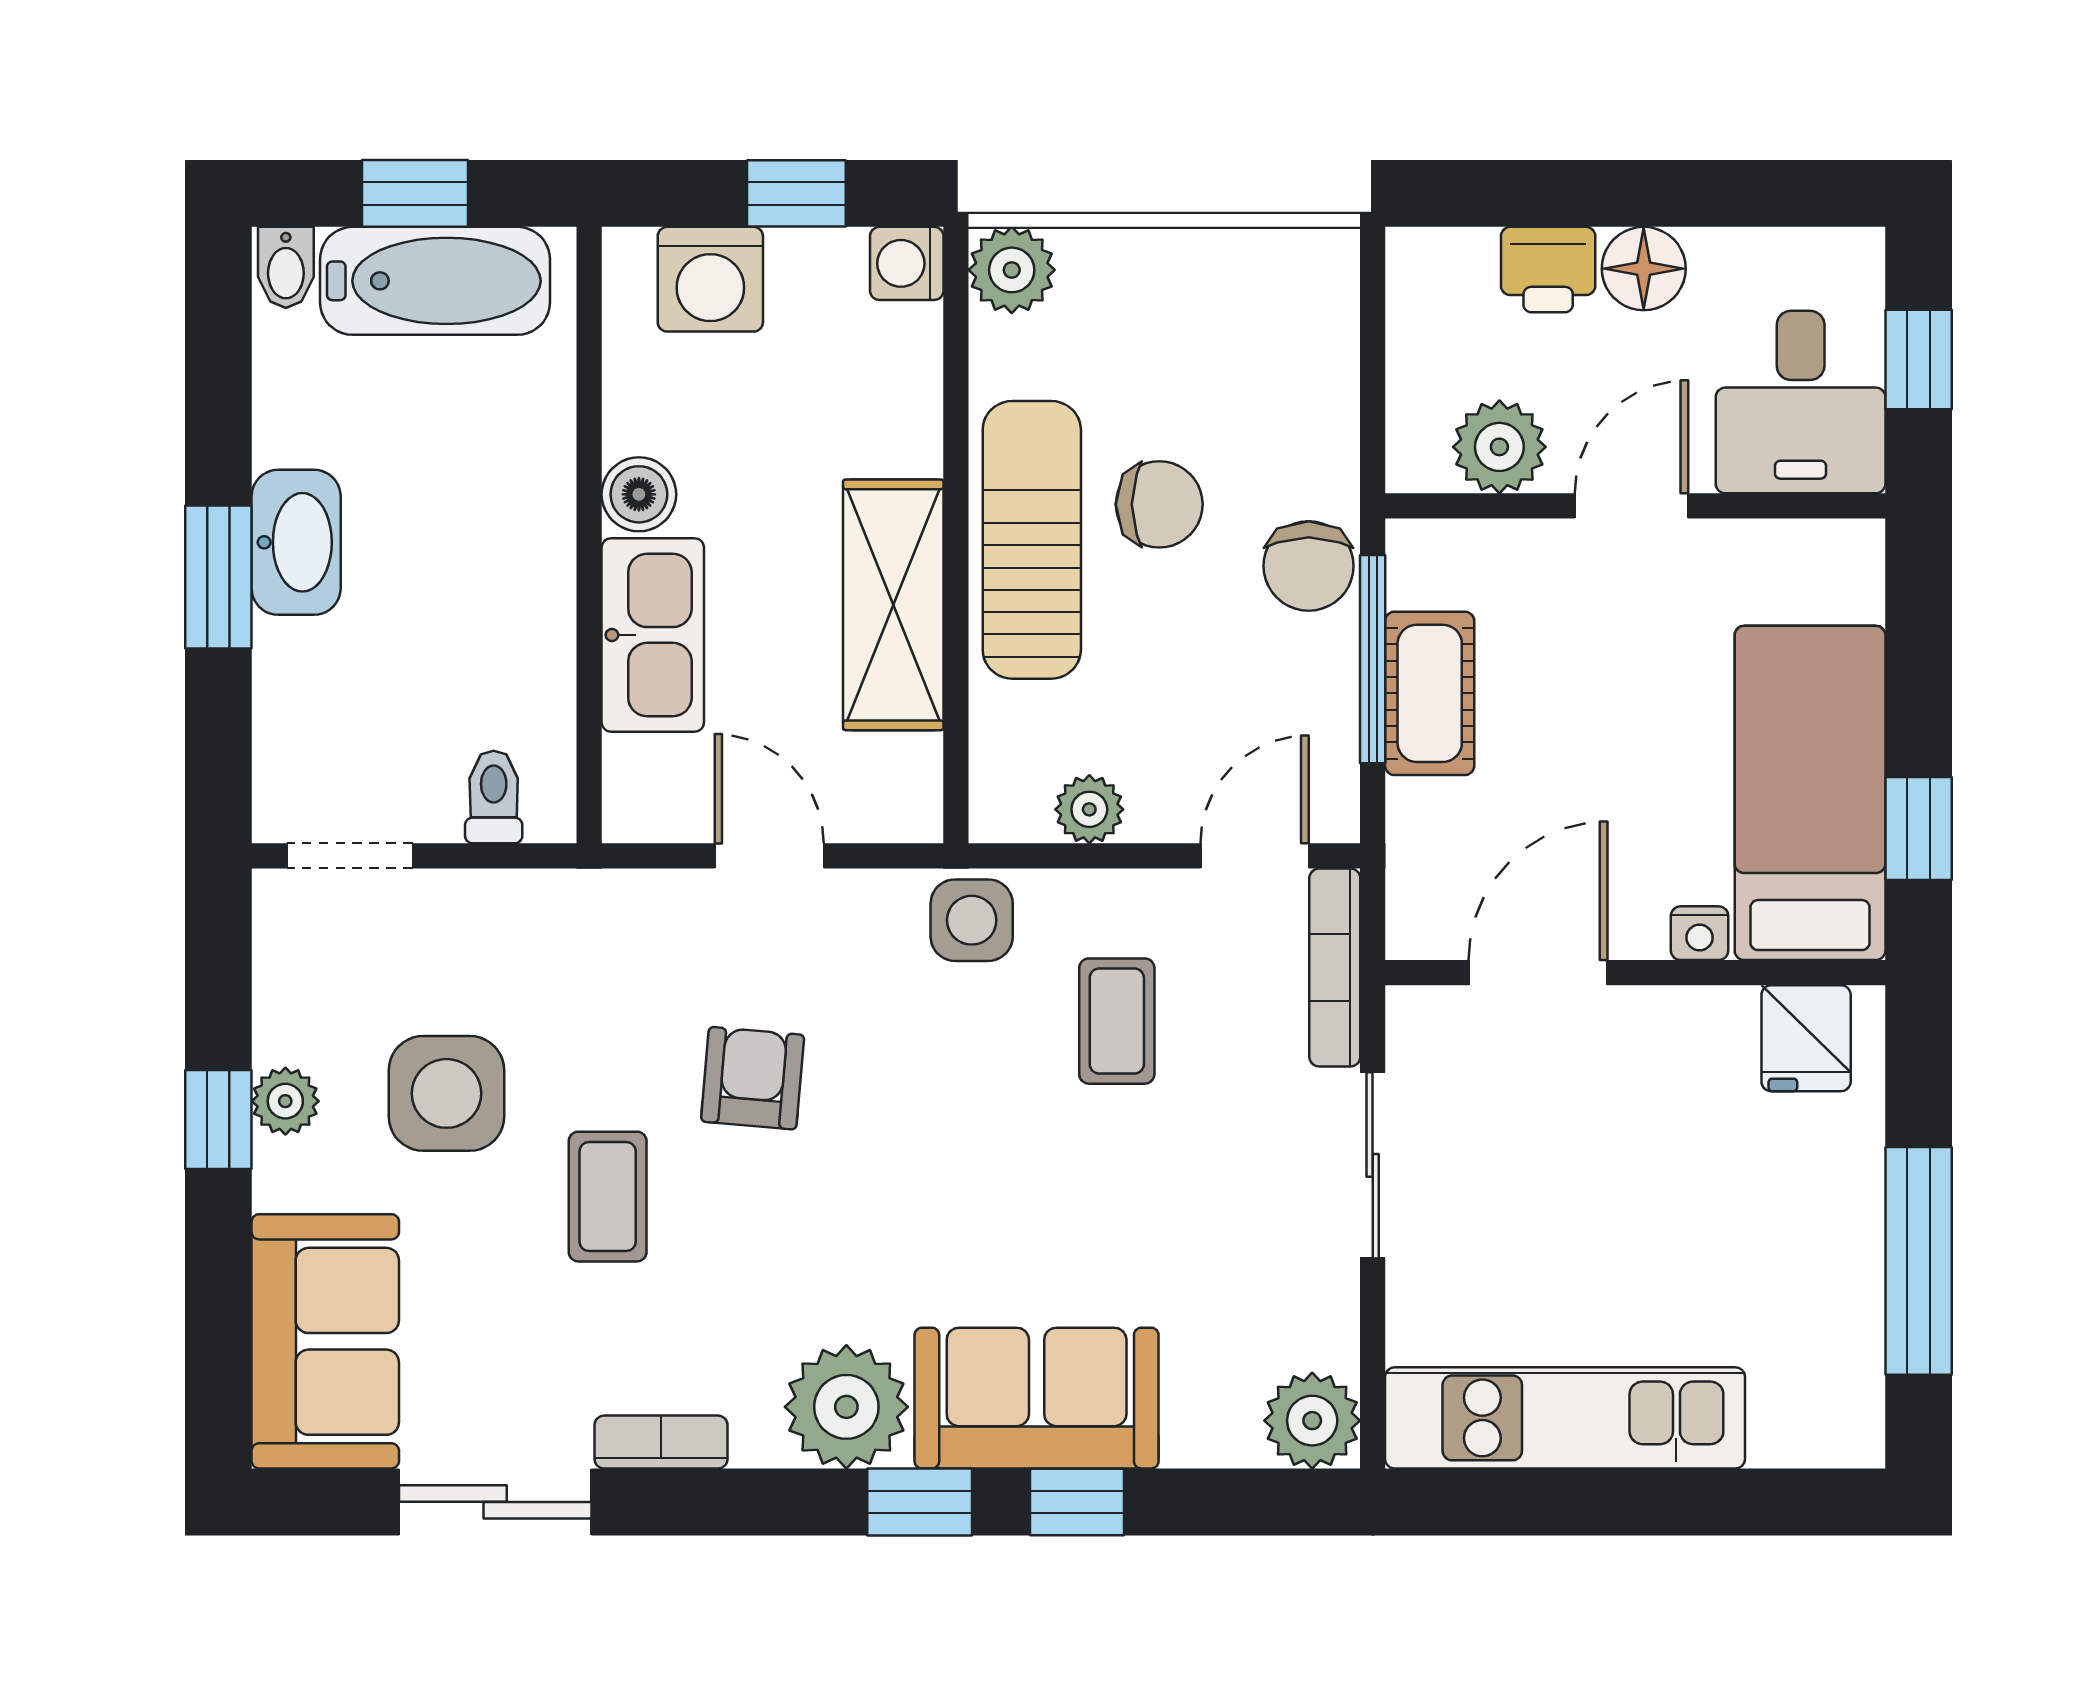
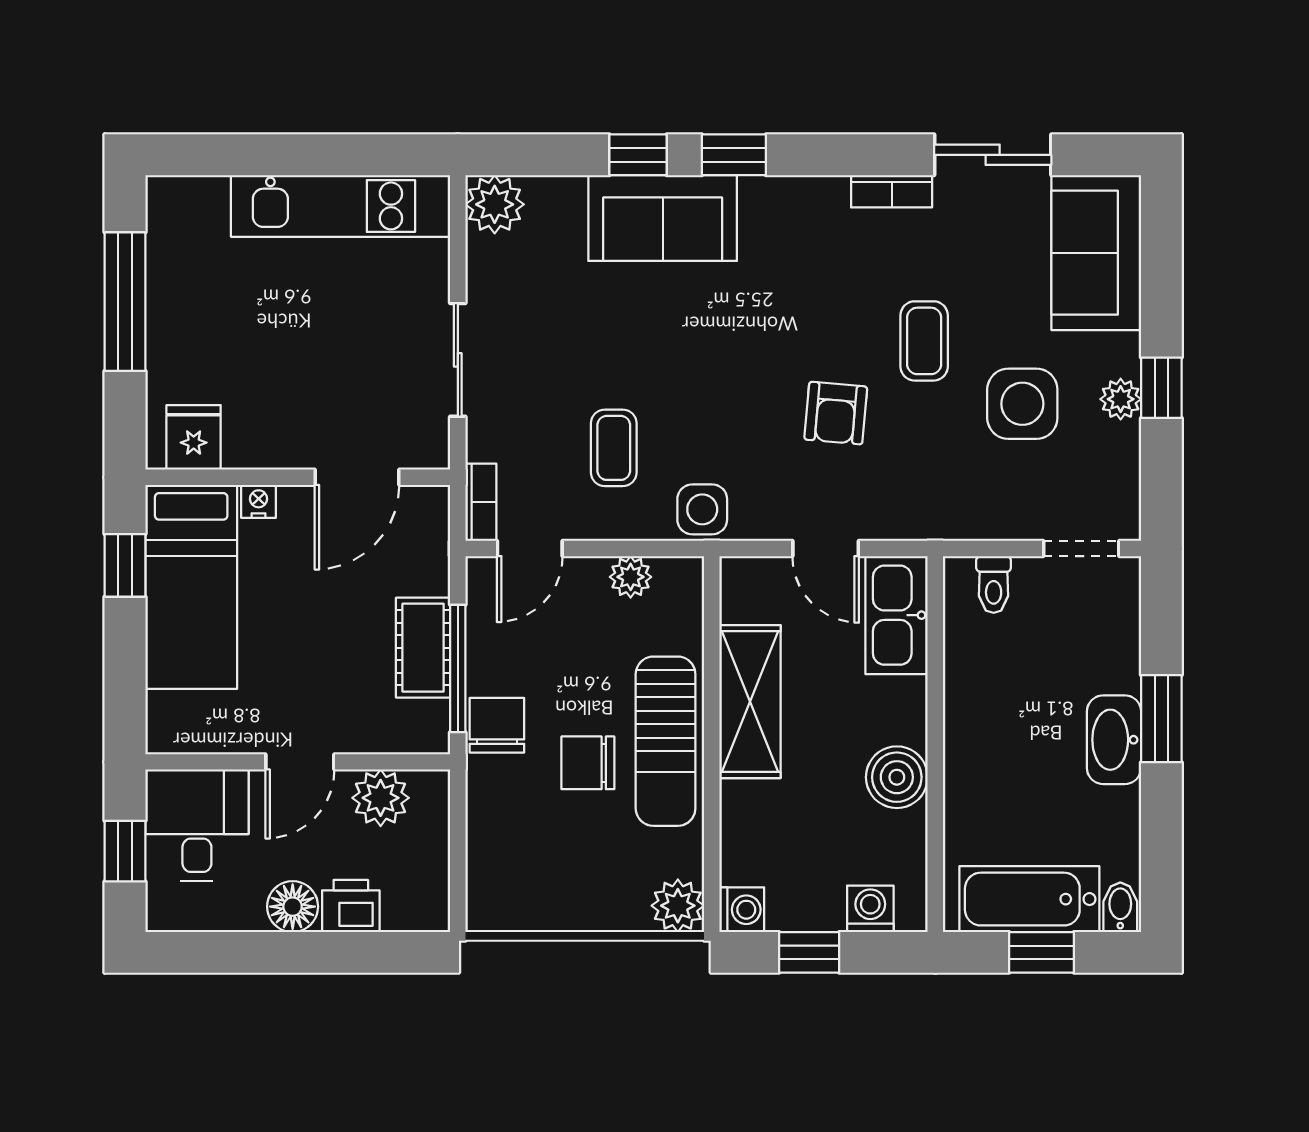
washing machine: (710, 279) -> (870, 909), width x0.73, depth x0.73
boiler: (639, 494) -> (897, 777), width x1.36, depth x1.36
kitchen sink: (653, 635) -> (897, 615), moved
bookcase: (1335, 968) -> (481, 502), width x0.64
plant: (846, 1407) -> (779, 213), removed

